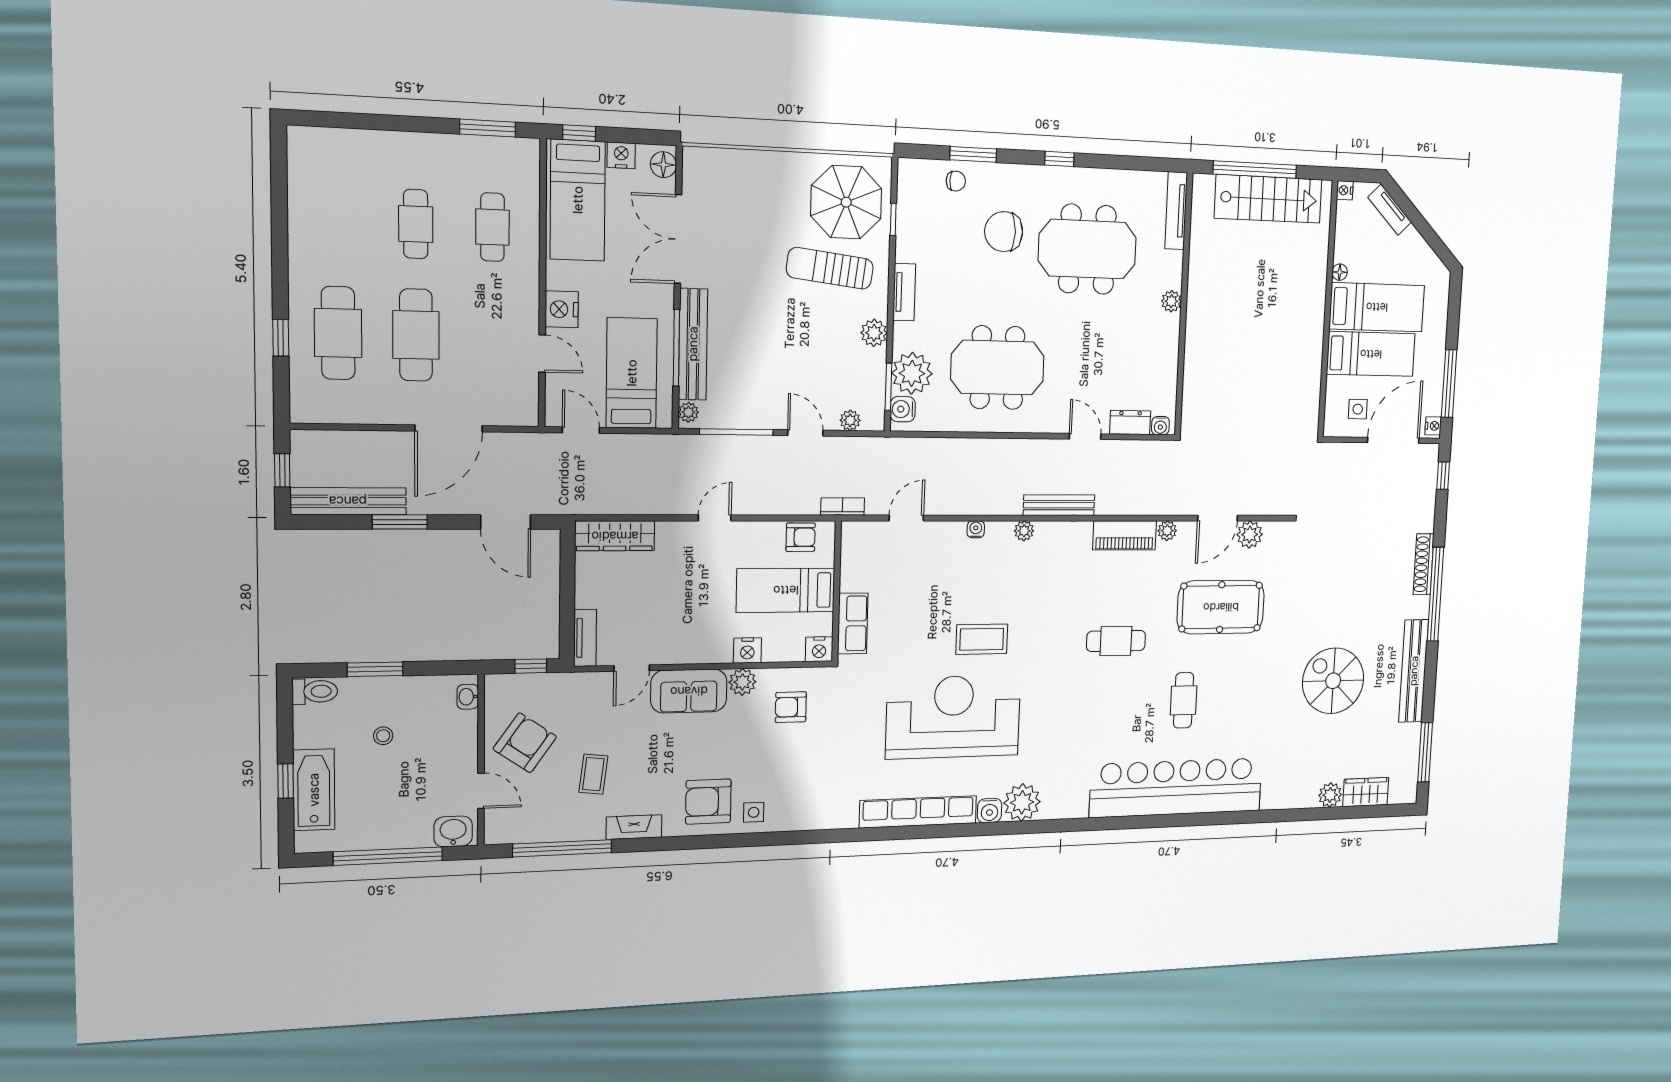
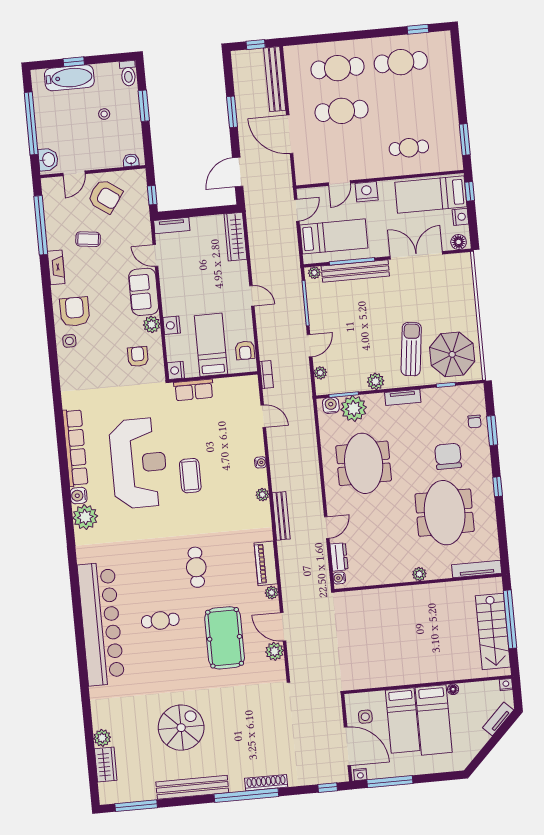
cafe table: (416, 224) -> (401, 62), moved, width x1.37, depth x1.35
window: (281, 338) -> (418, 29), moved
bench: (348, 501) -> (275, 79), moved

